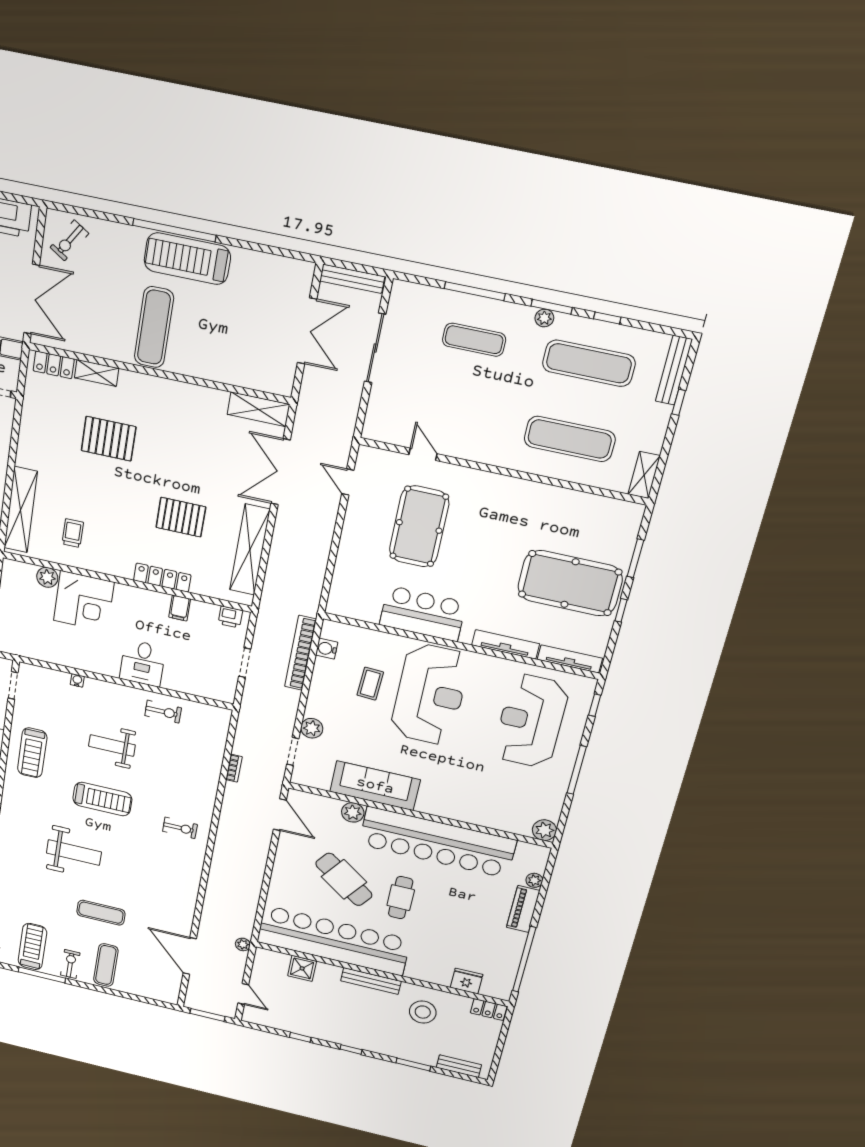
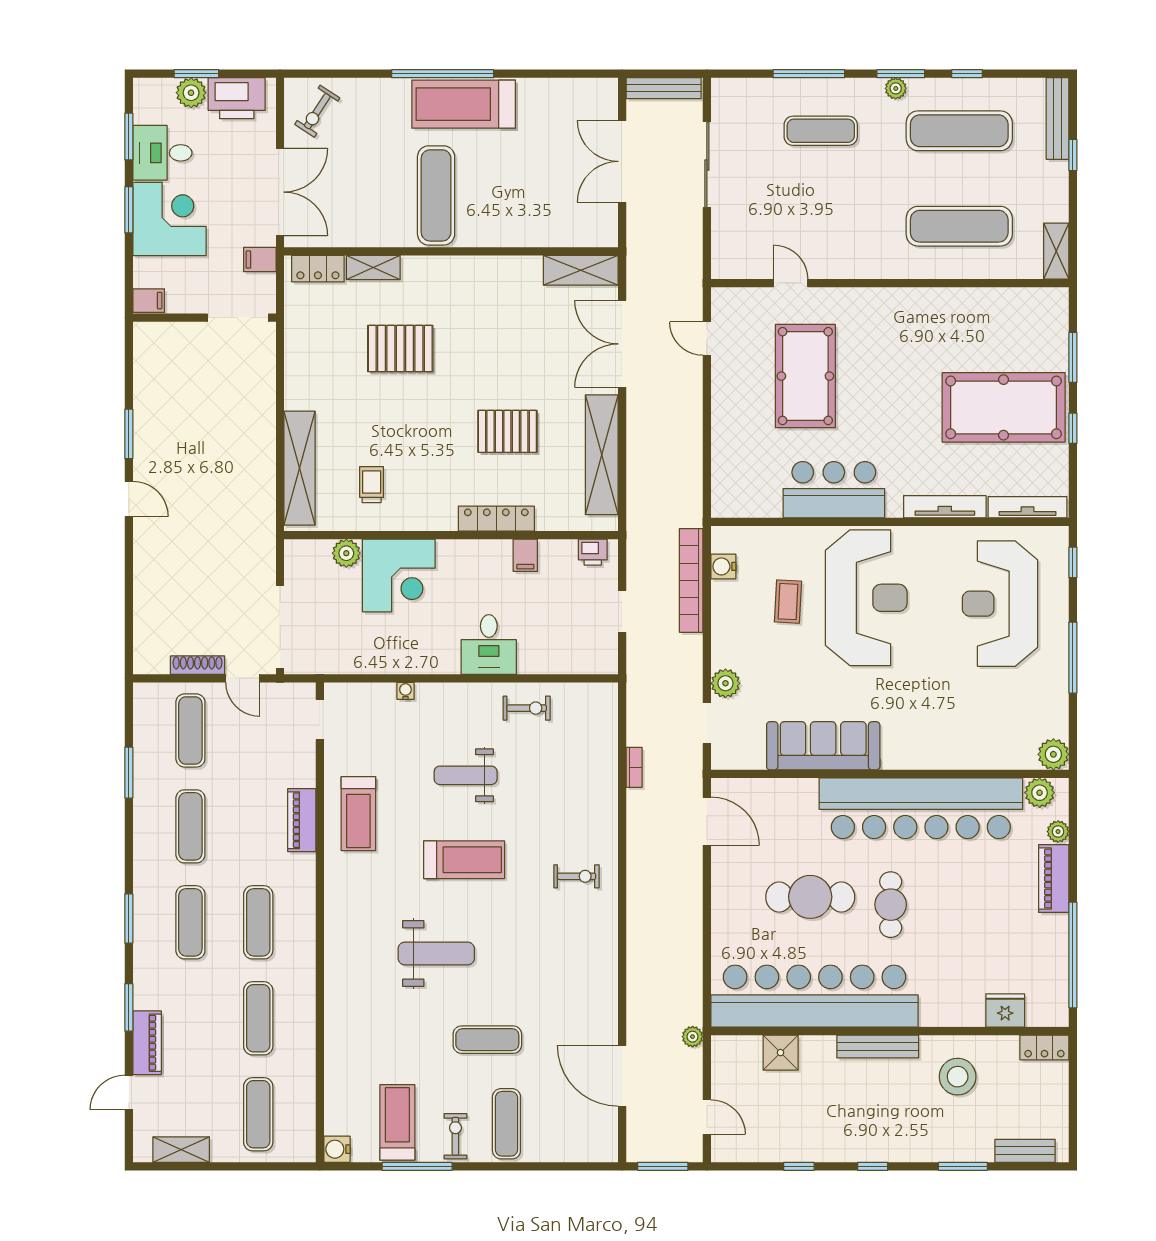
double door: (307, 331) -> (622, 161), swing flipped
plant: (353, 812) -> (1040, 793), moved
cafe table: (344, 879) -> (810, 897), turned -36

